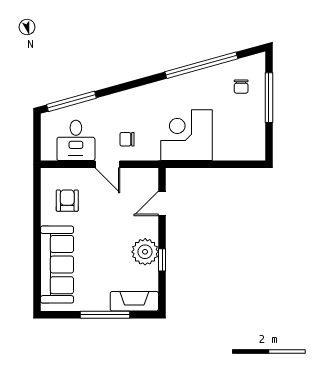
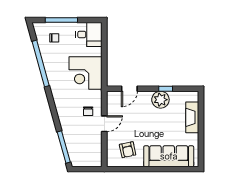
desk: (76, 140) -> (89, 34), moved
armchair: (67, 201) -> (128, 150), turned -102
door: (162, 203) -> (129, 89), hinge flipped
fireplace: (134, 301) -> (192, 117), moved
window: (105, 315) -> (201, 125), removed

